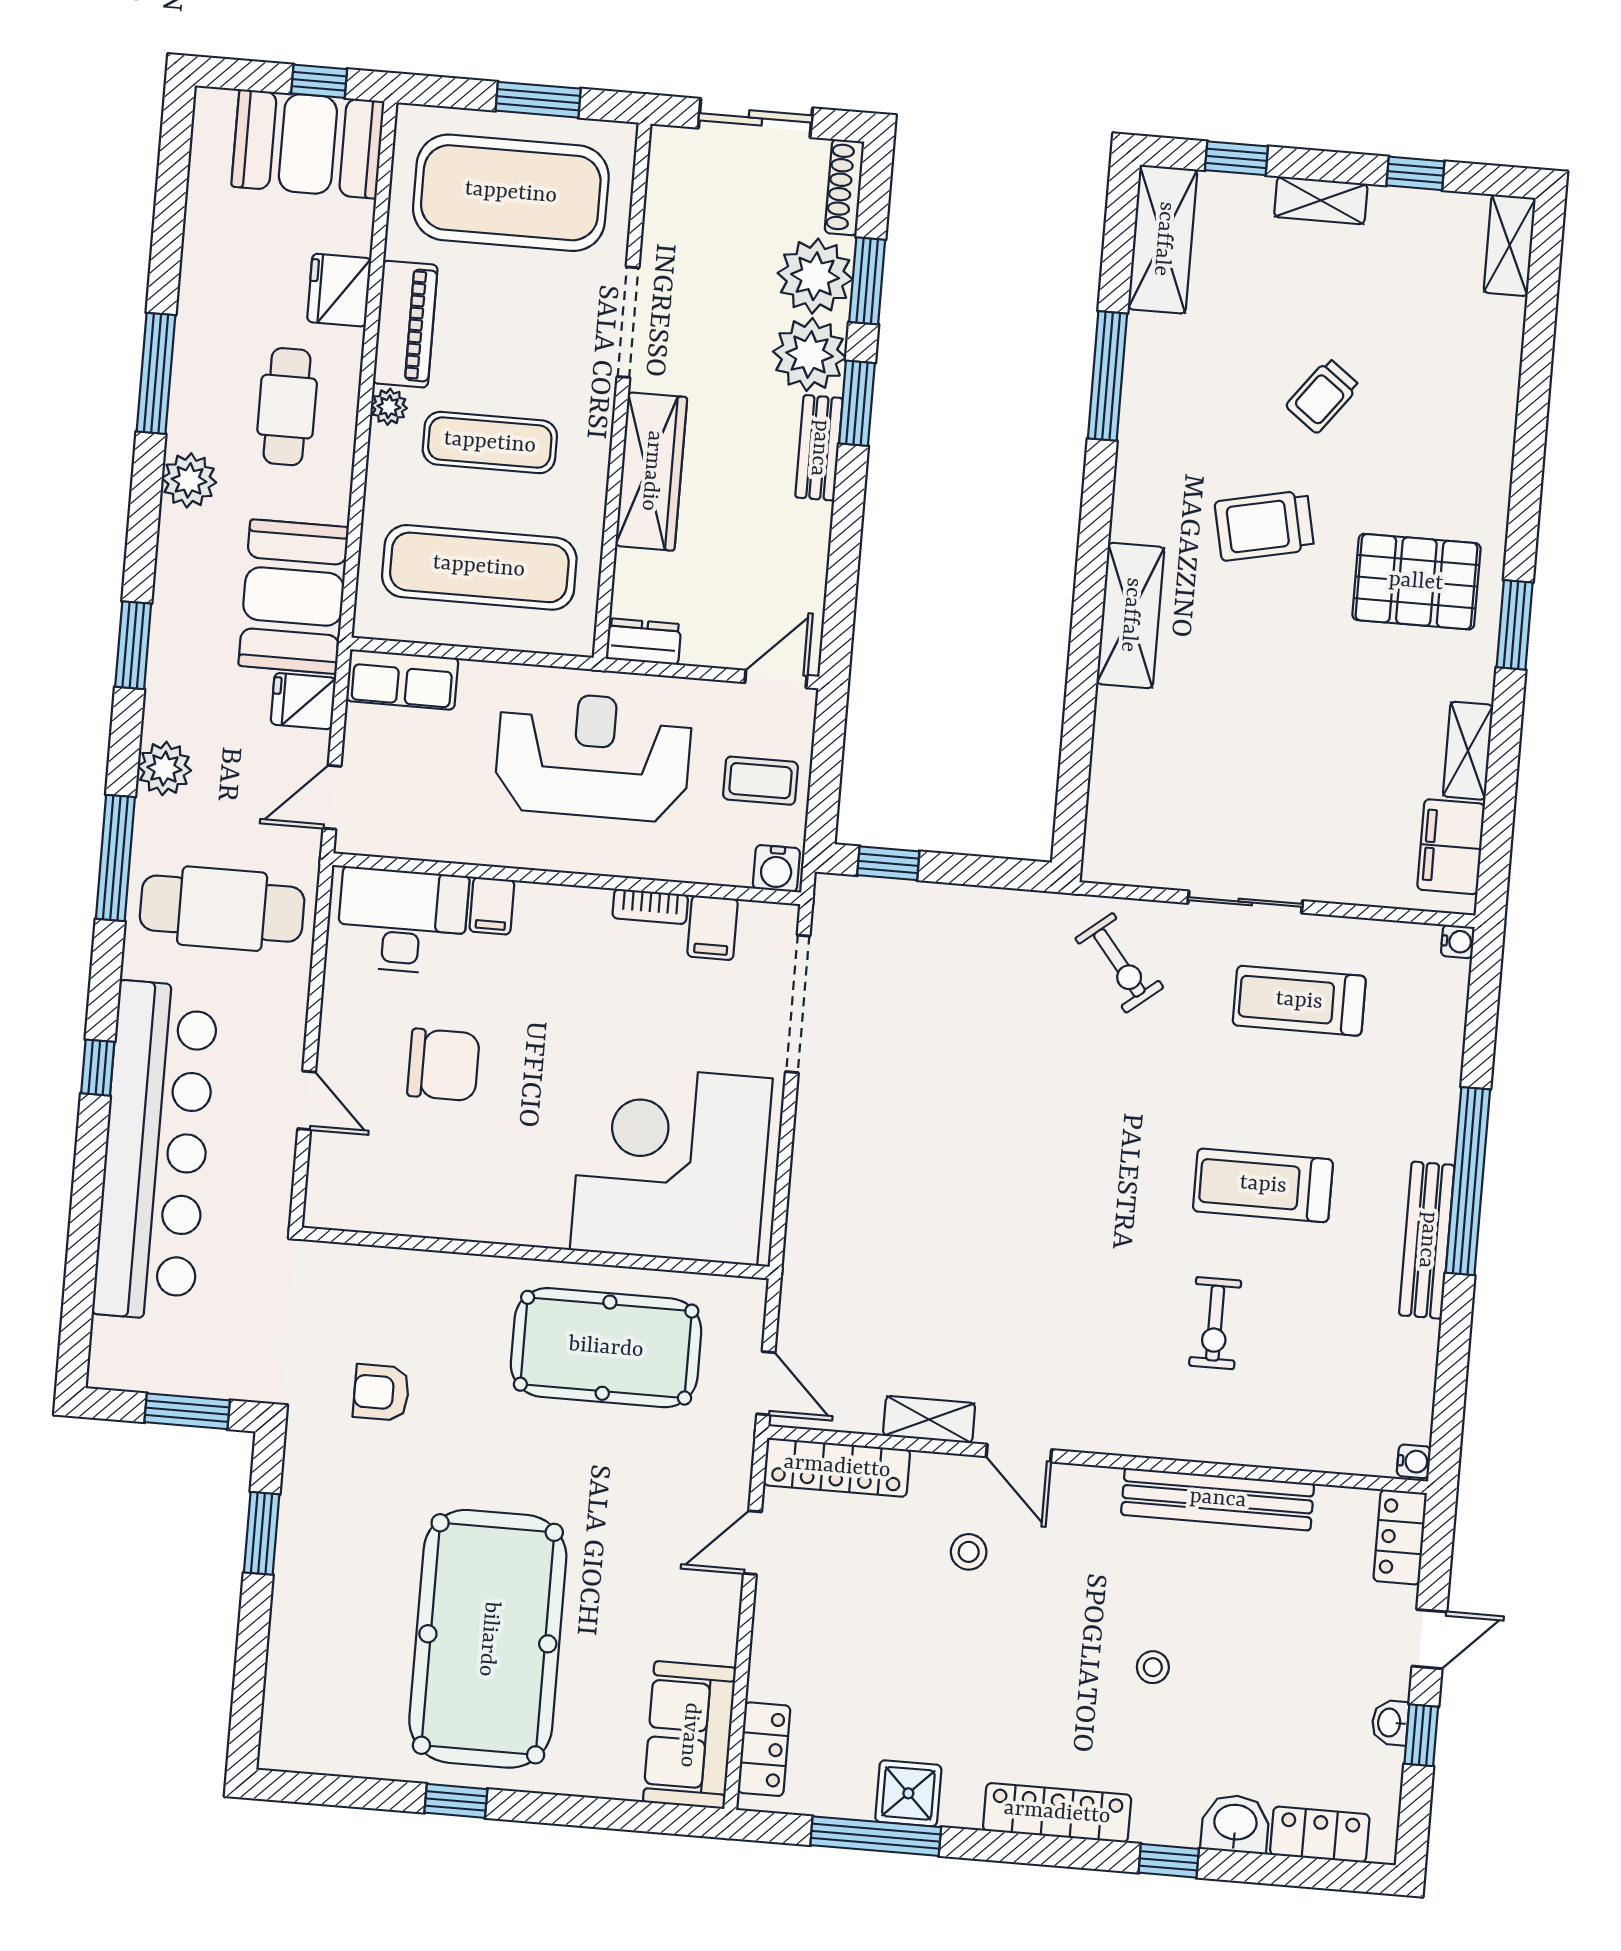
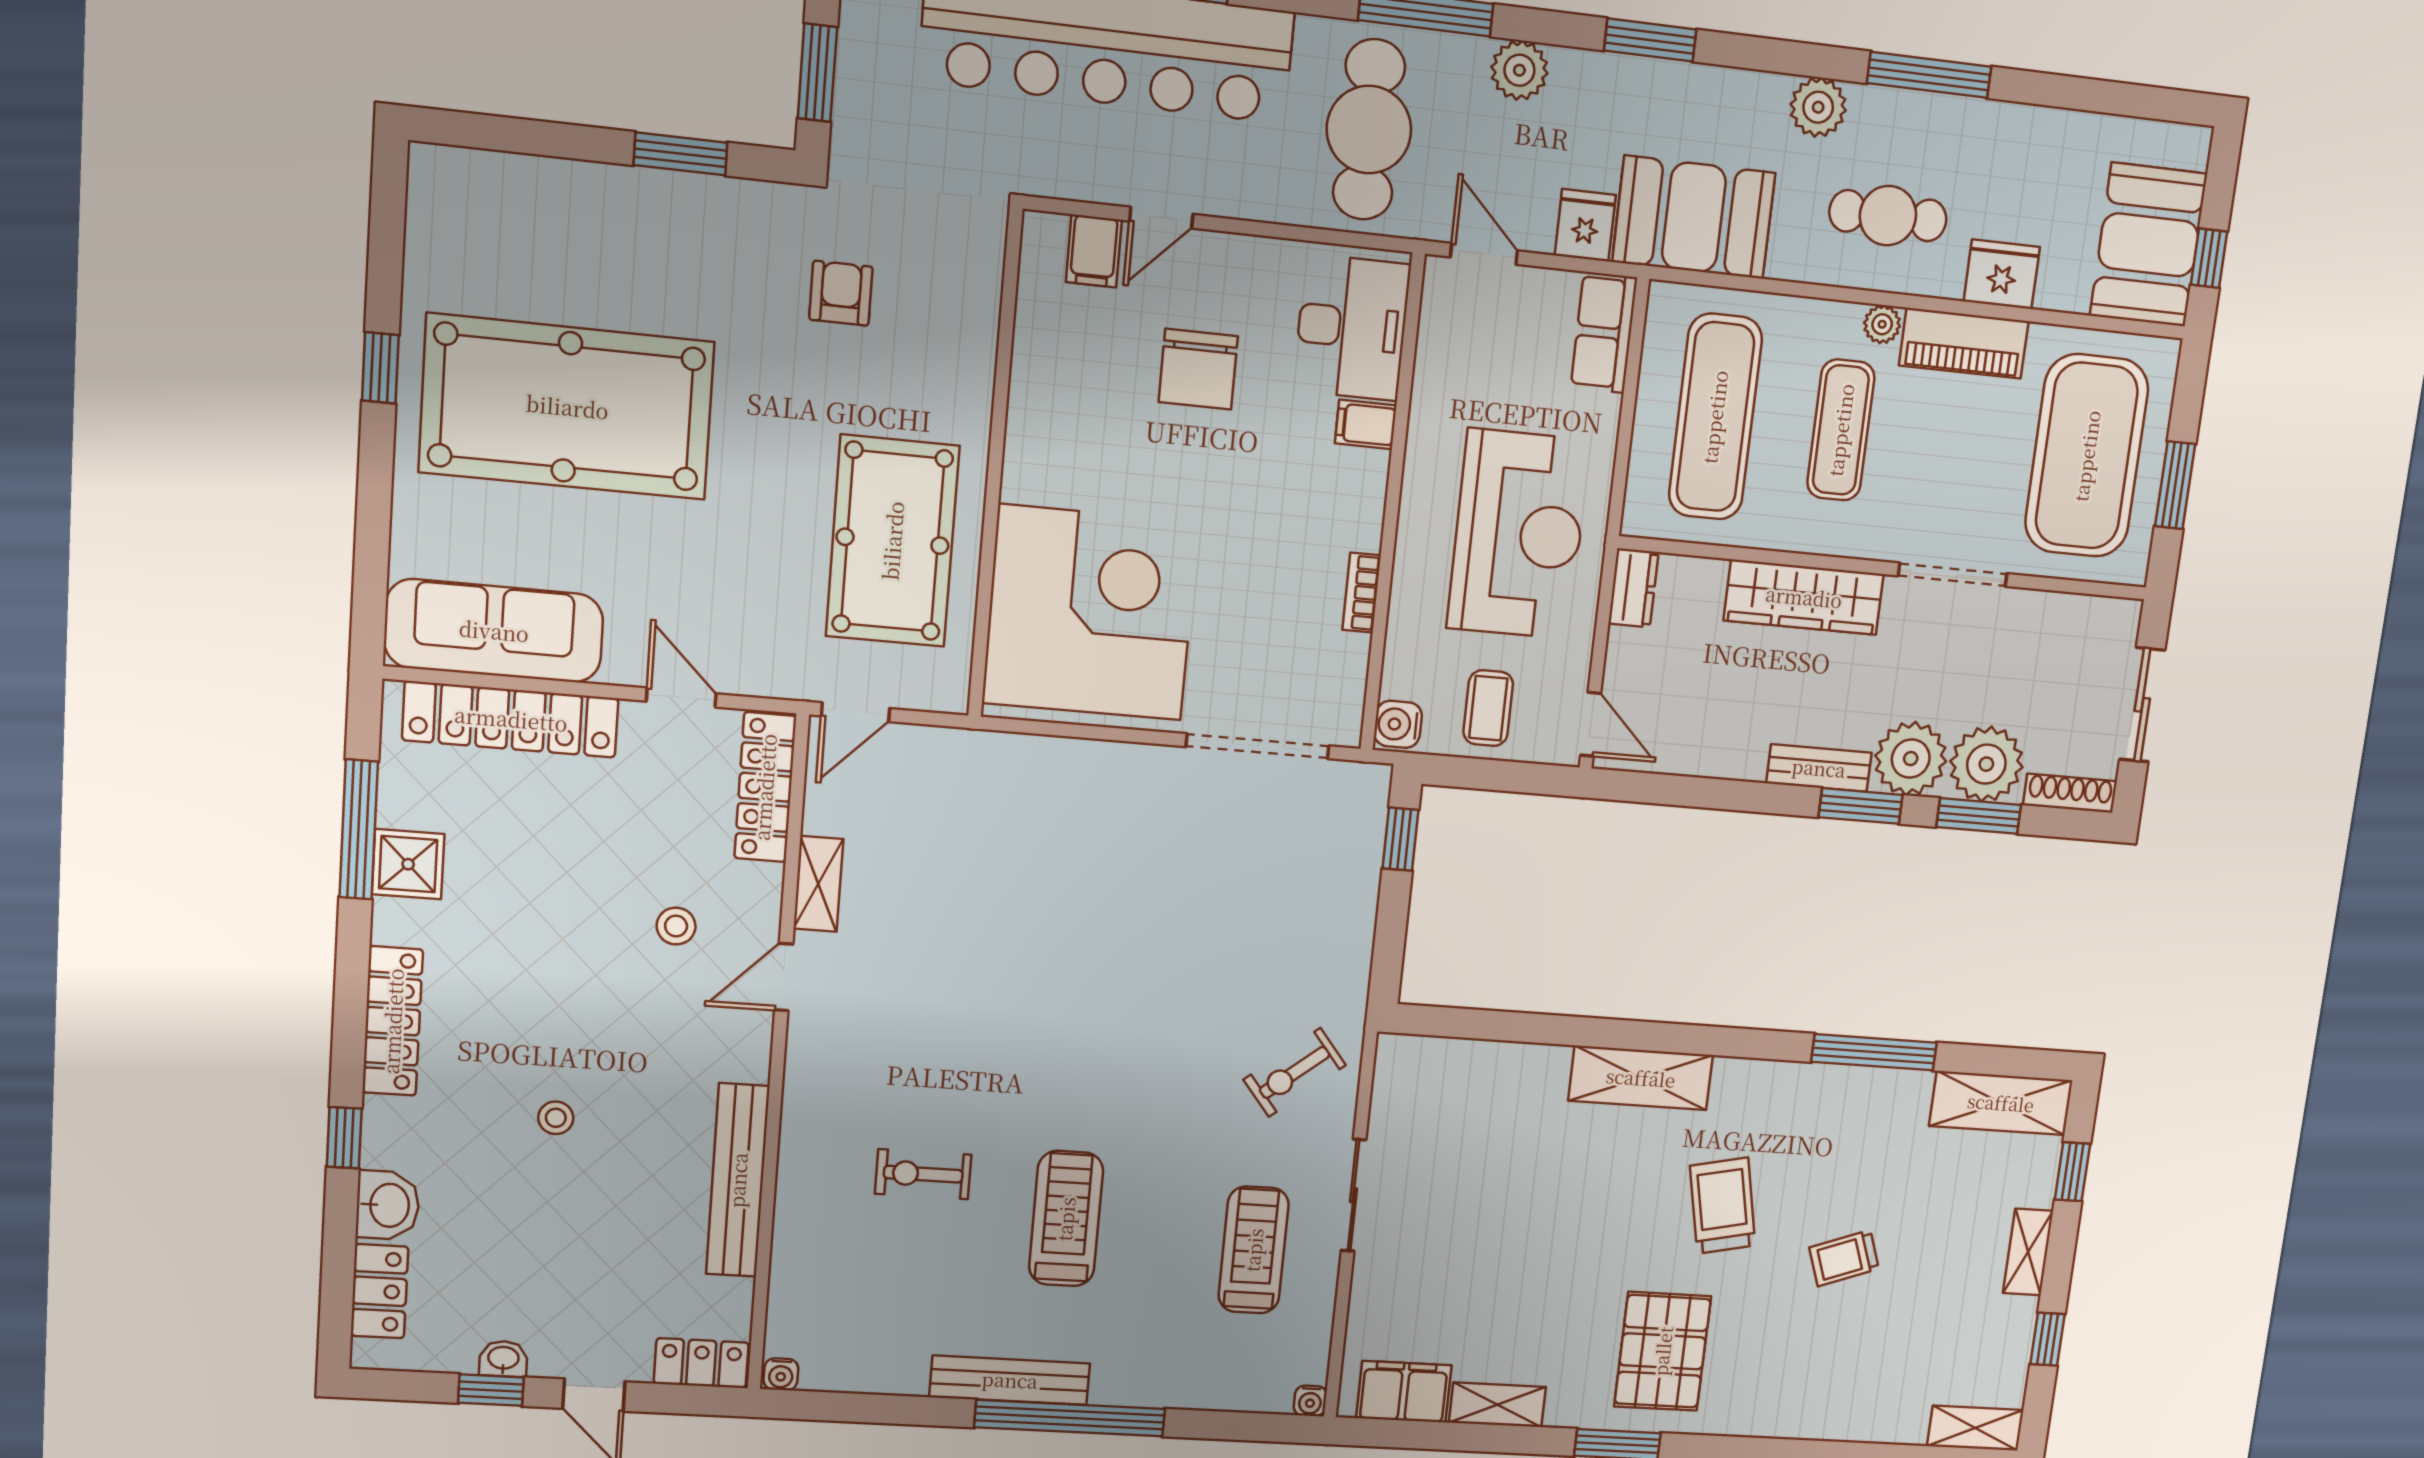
trolley: (1323, 396) -> (1844, 1258), turned -57
filing cabinet: (713, 928) -> (1094, 251), moved, turned -90
sofa: (689, 1735) -> (494, 631), width x1.36
locker: (764, 1749) -> (511, 719), width x2.16, depth x1.21

